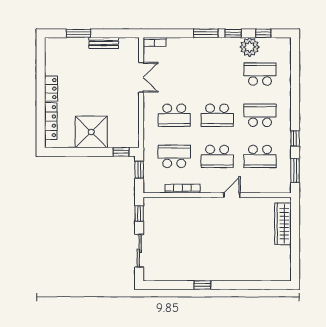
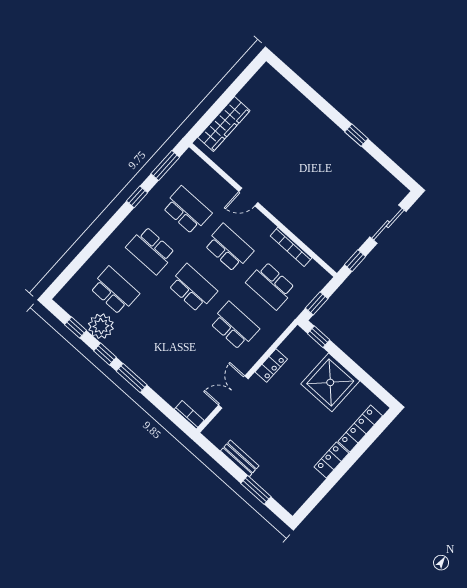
school desk: (260, 74) -> (115, 291), turned 180
locker: (133, 111) -> (271, 366), added

